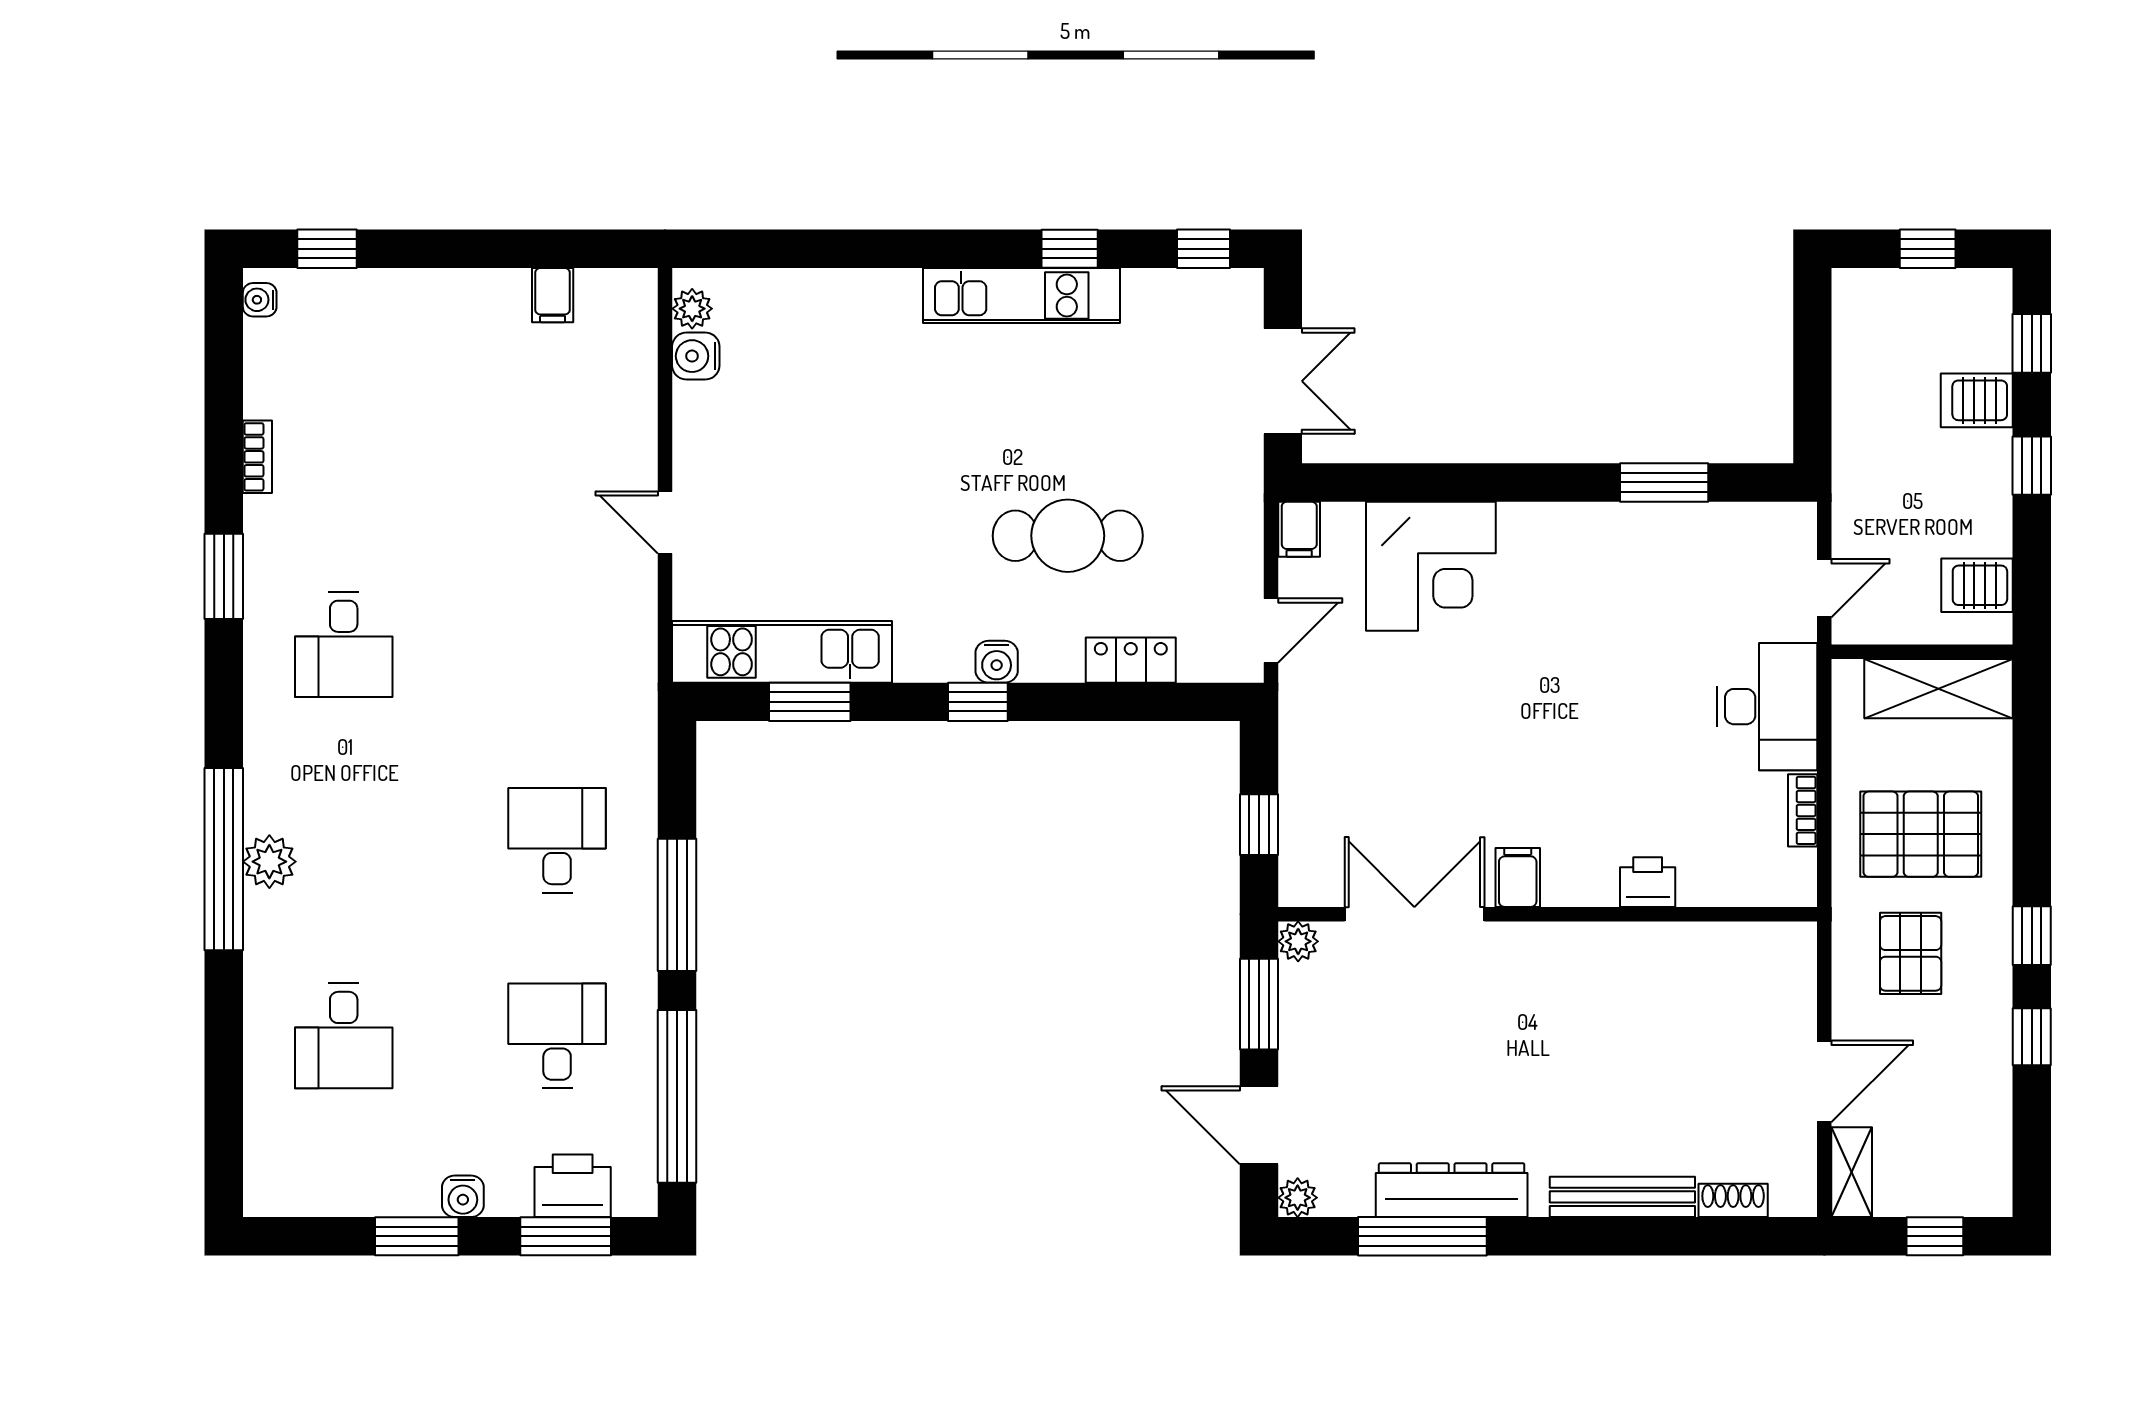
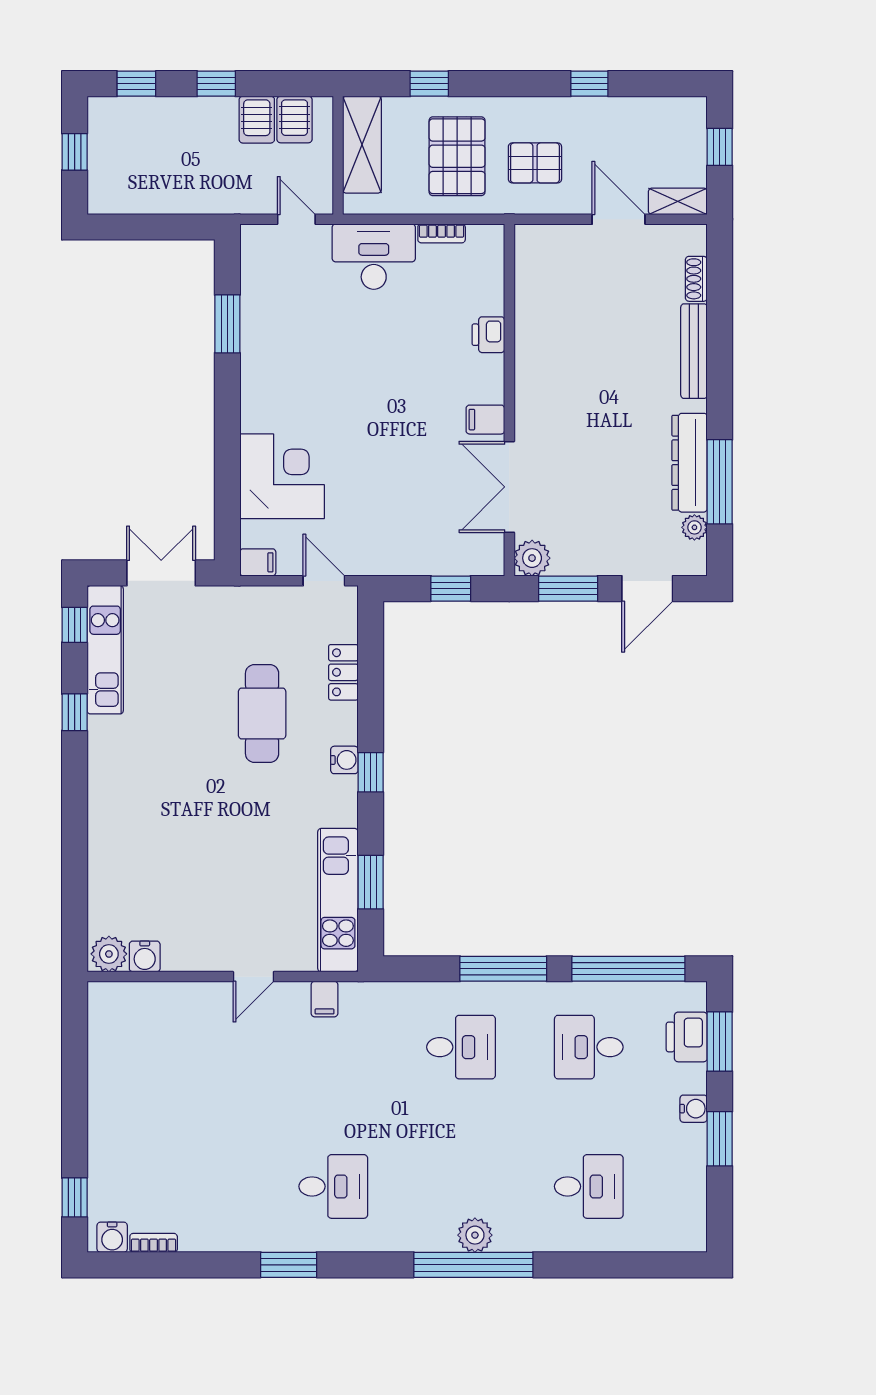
filing cabinet: (553, 295) -> (324, 999), moved, turned 90
kitchen unit: (1022, 296) -> (105, 650), moved
water cooler: (260, 300) -> (112, 1237), width x1.38, depth x1.38
plant: (692, 309) -> (109, 954), width x1.38, depth x1.38
server rack: (1977, 400) -> (257, 120), moved
bookcase: (257, 457) -> (154, 1243), moved
desk: (557, 840) -> (461, 1047), turned 180
window: (2032, 936) -> (429, 84), moved
plant: (1298, 941) -> (532, 558), width x1.38, depth x1.38
plant: (1298, 1198) -> (694, 527), moved

